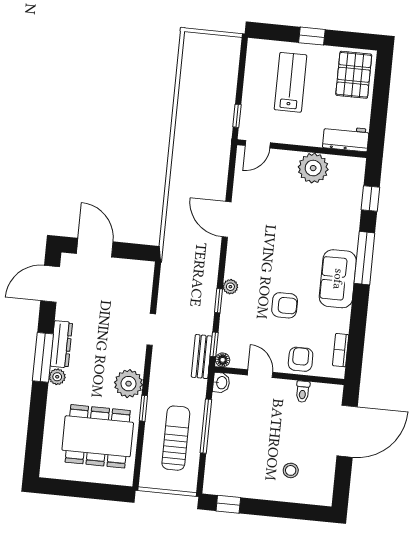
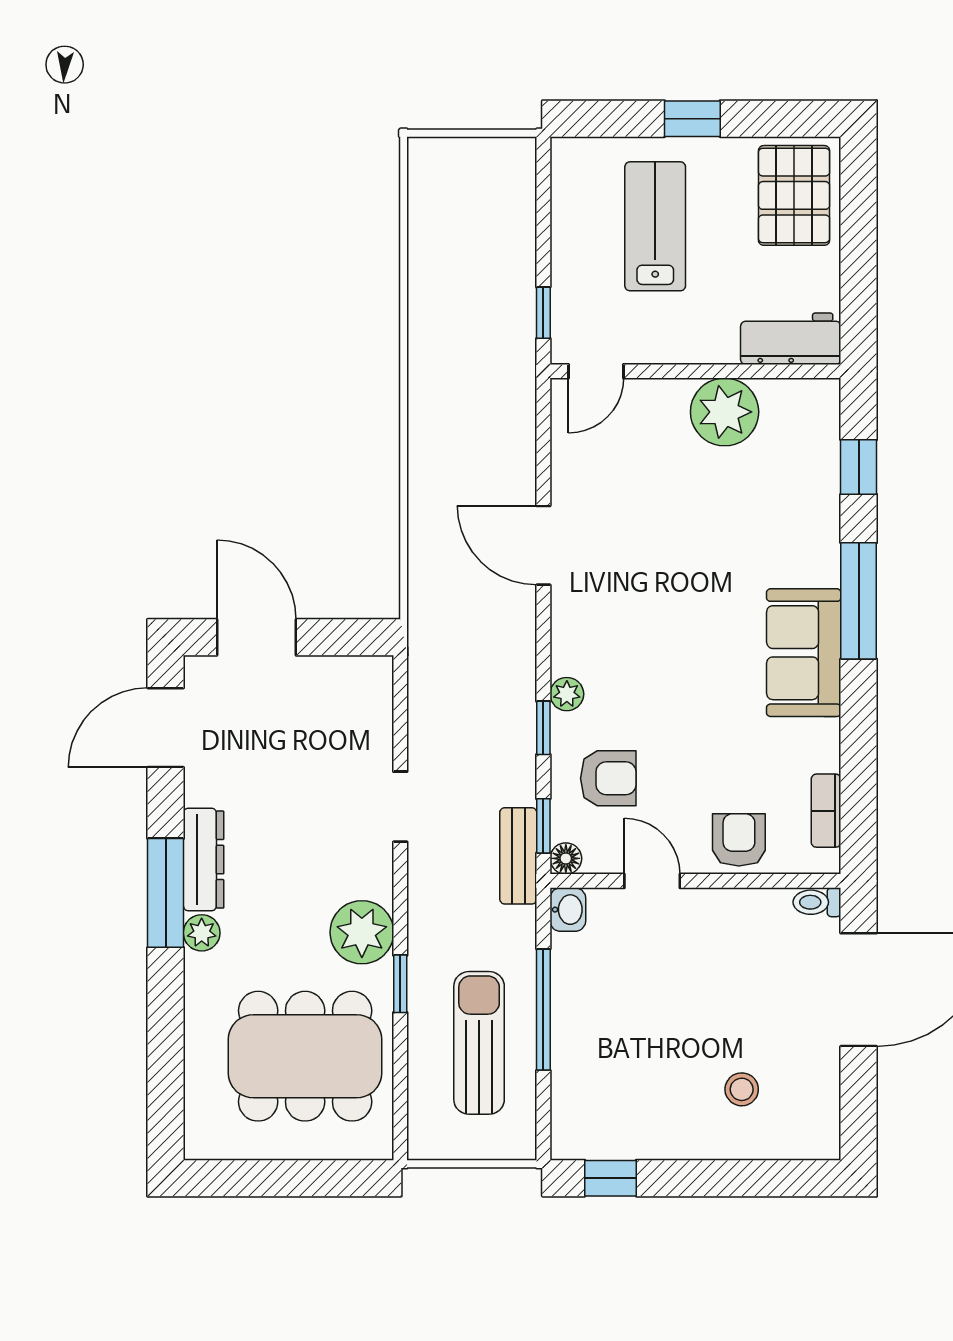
armchair: (285, 305) -> (608, 778), moved
toilet: (303, 392) -> (817, 902), moved, turned 90

